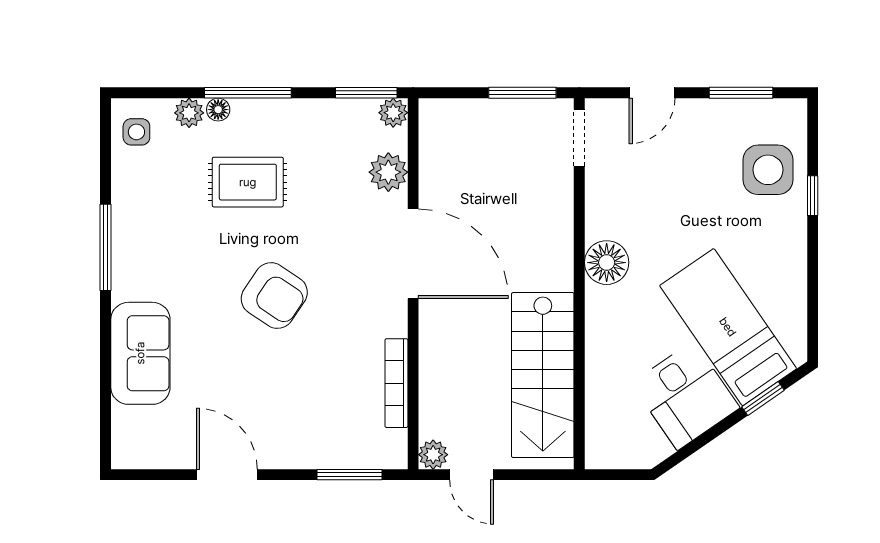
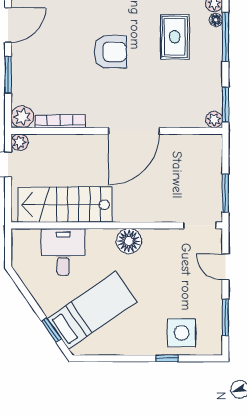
plant: (388, 172) -> (22, 117), moved
armchair: (274, 296) -> (110, 52), turned -124
desk: (686, 396) -> (63, 252), moved, turned 125
window: (349, 475) -> (8, 75), moved

